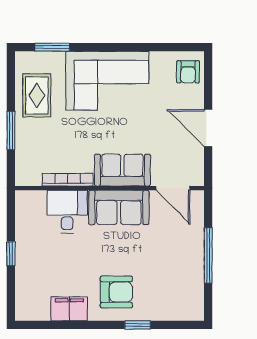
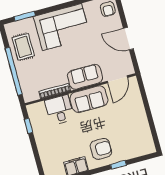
window: (11, 130) -> (14, 71), width x2.11
door: (173, 188) -> (117, 79), hinge flipped
window: (11, 254) -> (29, 126), moved
window: (208, 255) -> (149, 113), removed

